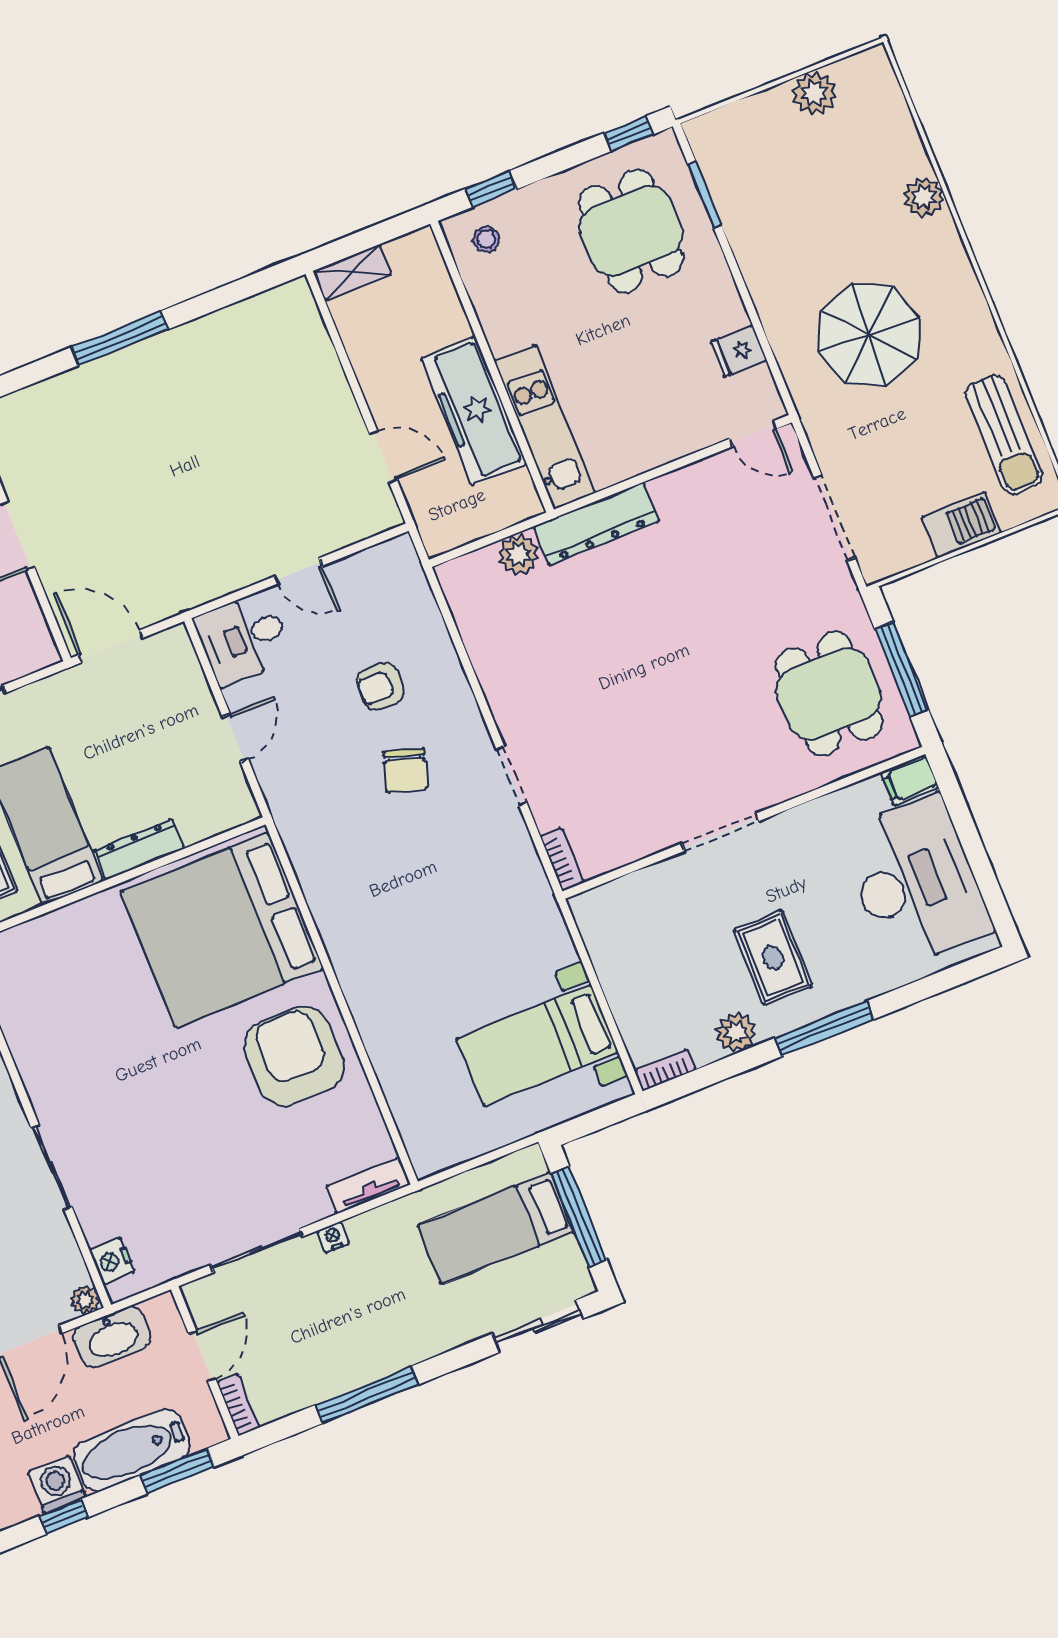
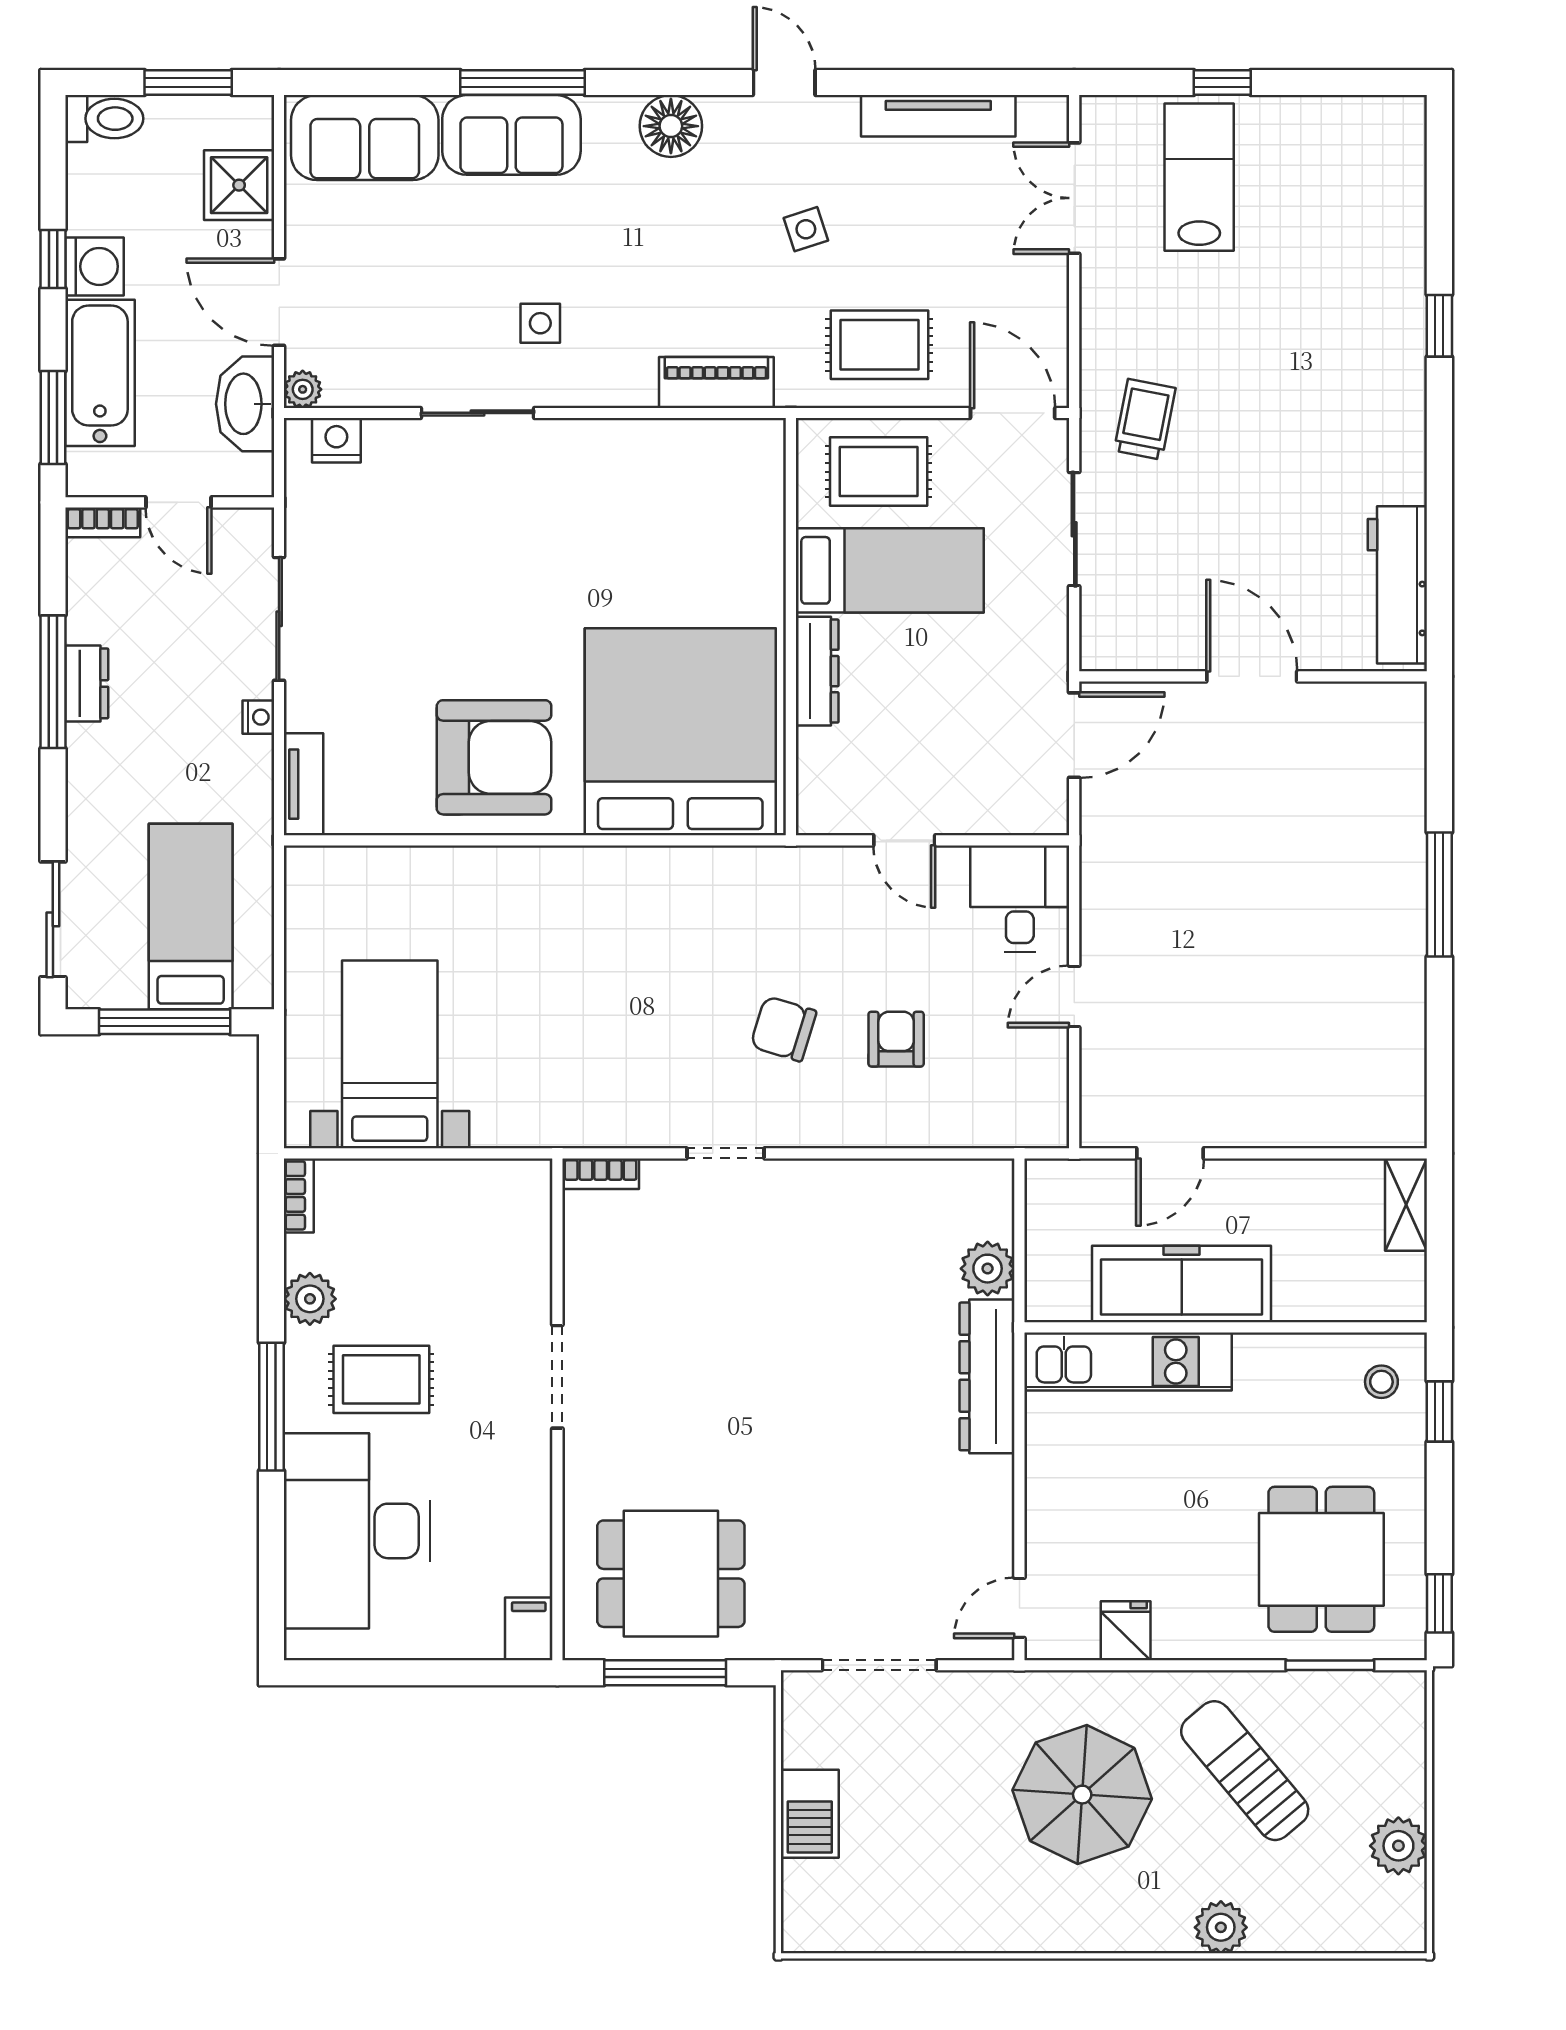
dining table: (631, 231) -> (1321, 1559), turned 90
sun lounger: (1004, 434) -> (1245, 1771), moved, turned 50
desk: (916, 882) -> (357, 1531), moved, turned 90
dresser: (359, 1370) -> (87, 683), added

